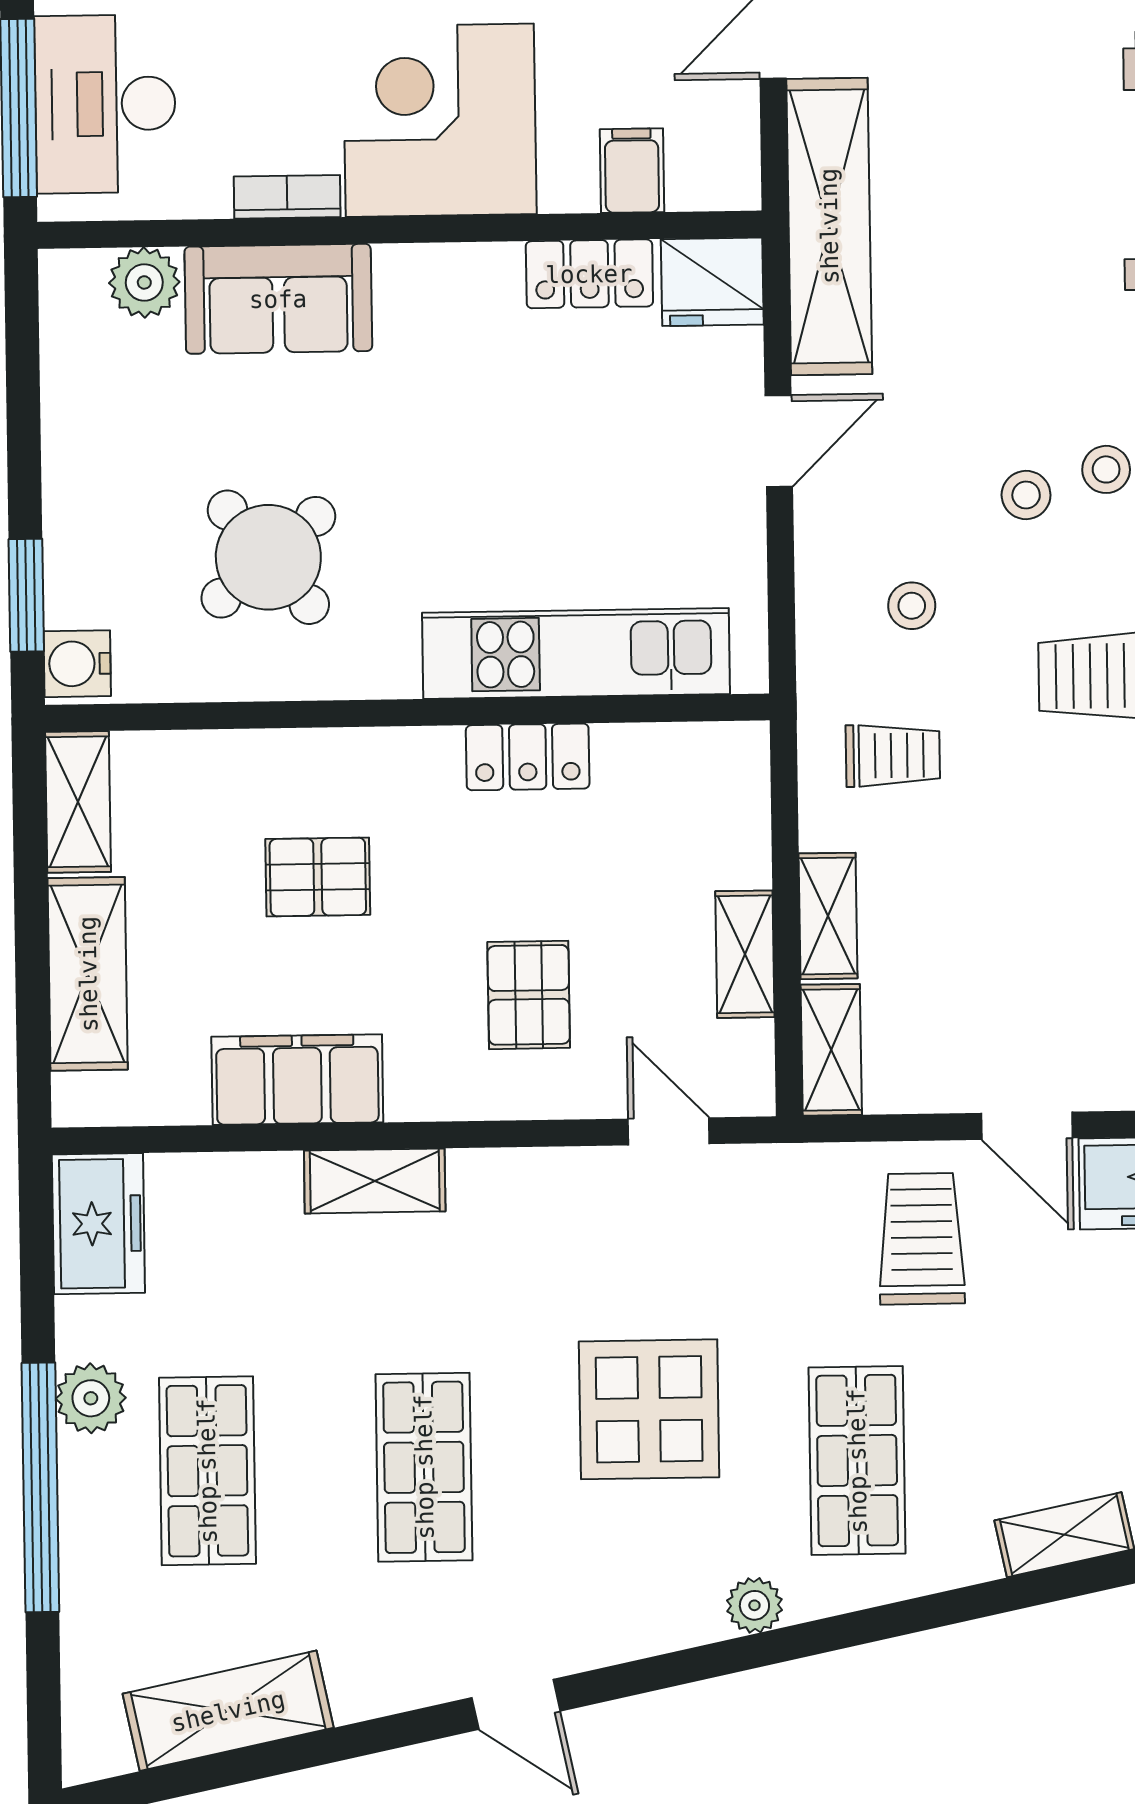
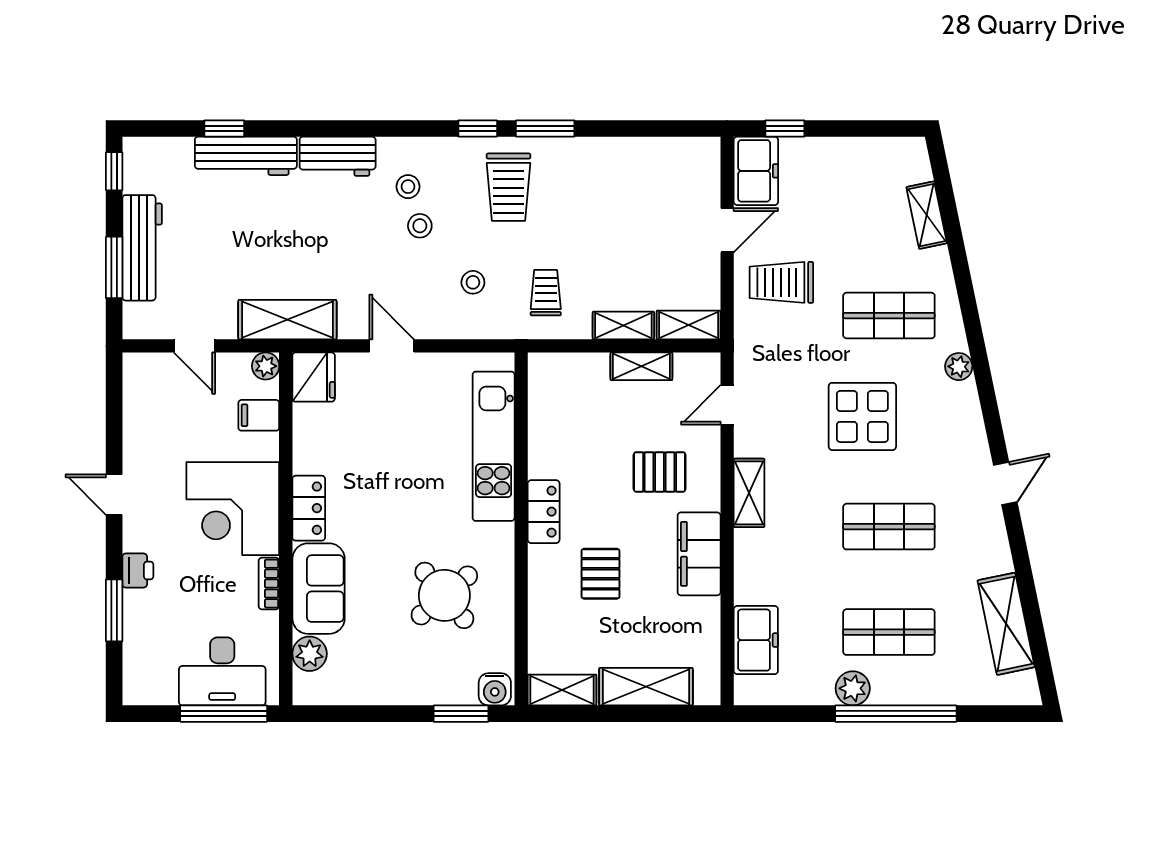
plant: (733, 183) -> (266, 366), added
shelving: (829, 226) -> (287, 320), width x0.68
locker: (589, 274) -> (309, 508), moved
locker: (528, 757) -> (544, 512), moved
filing cabinet: (297, 1080) -> (699, 554), moved
shelving: (375, 1181) -> (749, 493), moved
freezer: (98, 1224) -> (756, 640), moved, turned 90

